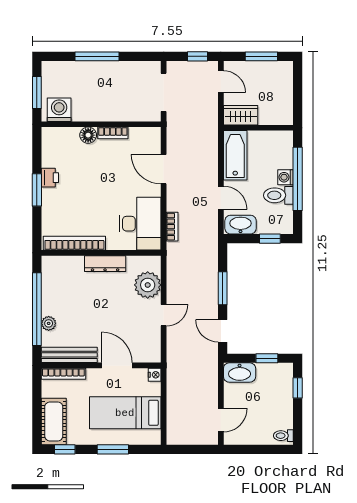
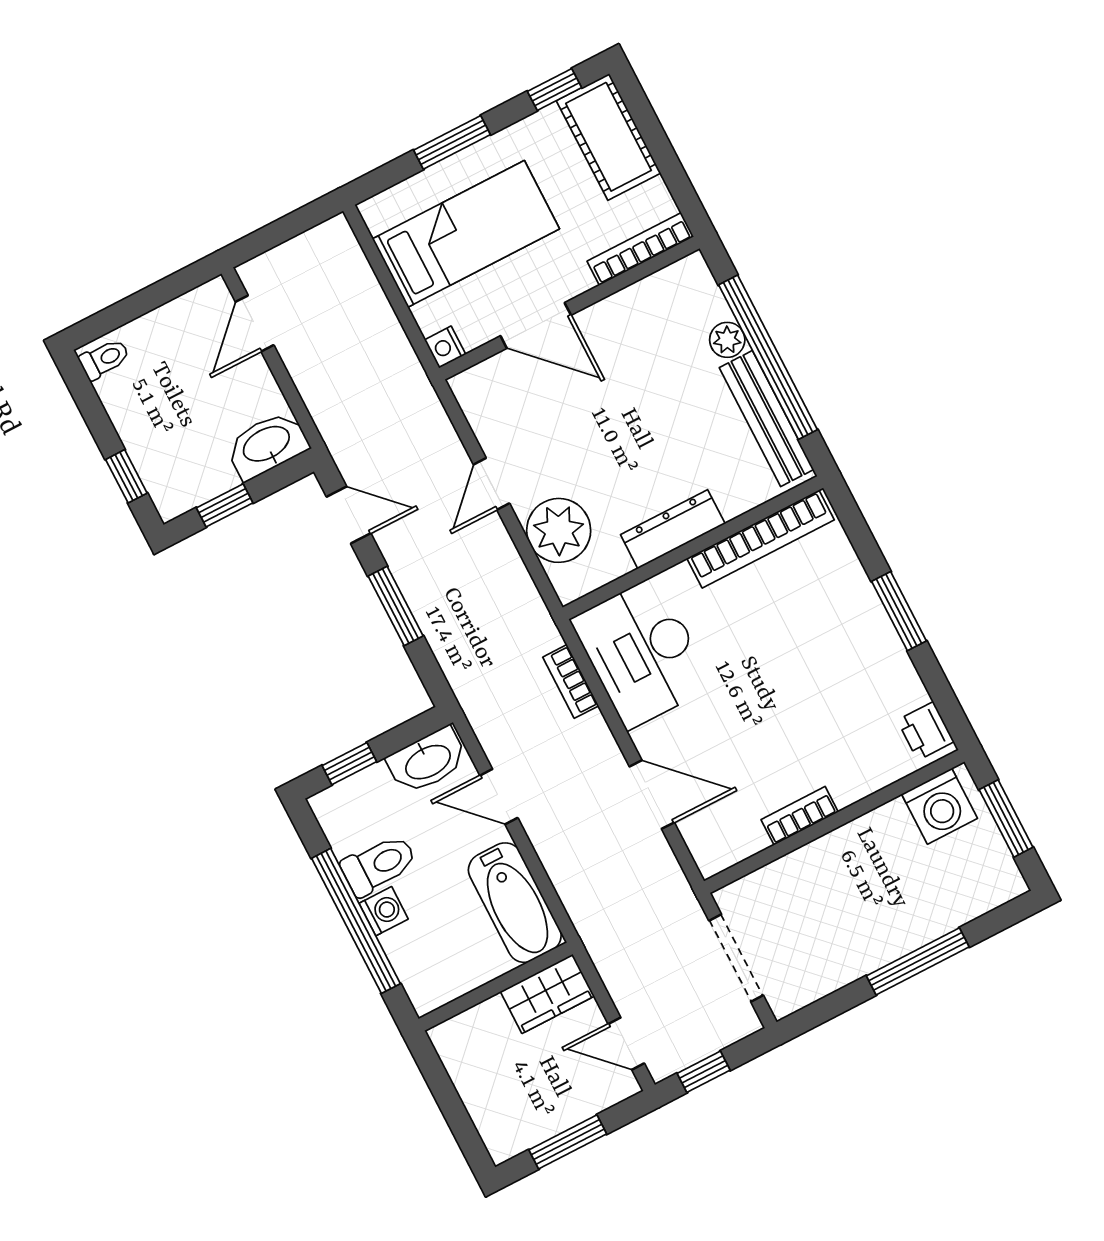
floor lamp: (88, 135) -> (850, 784), removed
printer: (50, 178) -> (926, 731), moved
bench: (69, 355) -> (766, 419), moved, turned 90

